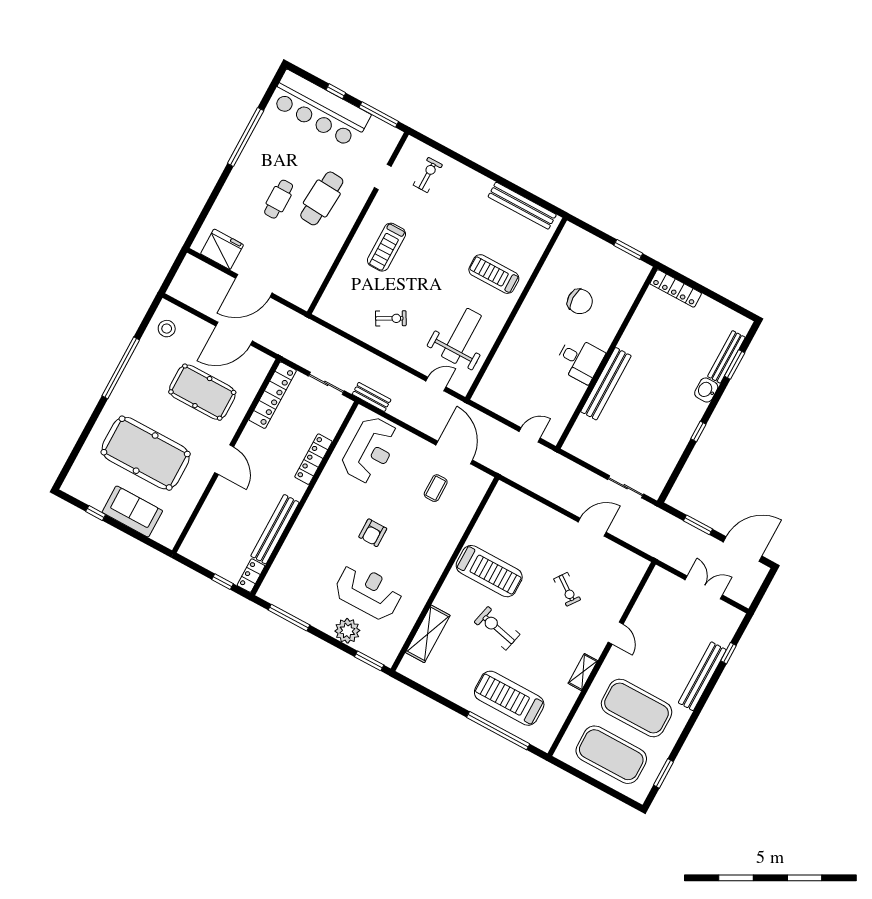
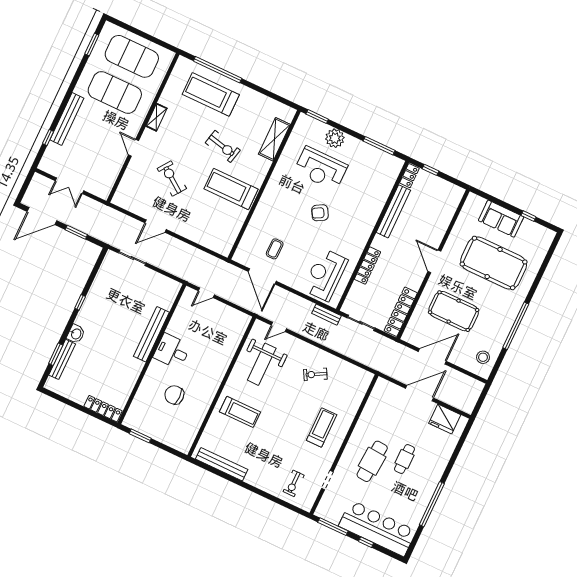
armchair: (373, 533) -> (320, 213), turned -120
exercise bike: (567, 589) -> (172, 179), width x1.38, depth x1.39
treadmill: (509, 698) -> (211, 94), turned 180

